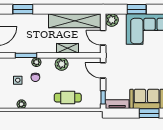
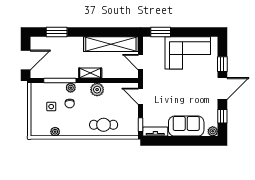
window: (137, 9) -> (161, 32), moved
plant: (112, 20) -> (150, 43), removed
shelving: (68, 48) -> (90, 73), moved
window: (26, 55) -> (60, 81), width x1.44
window: (149, 113) -> (189, 141), removed

